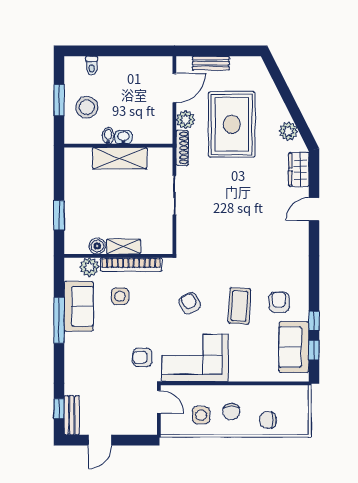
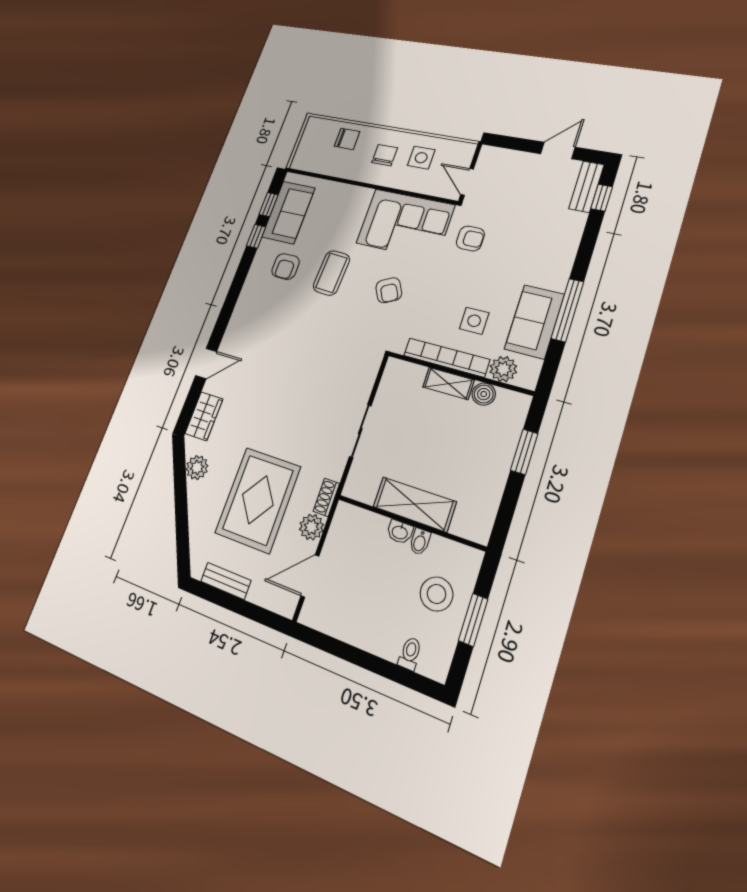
bench: (211, 63) -> (226, 581), moved
shoe rack: (182, 148) -> (326, 497), width x0.70

